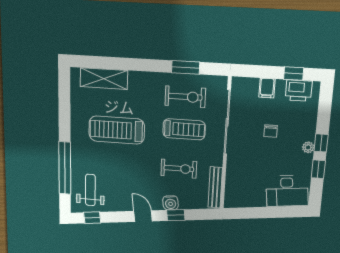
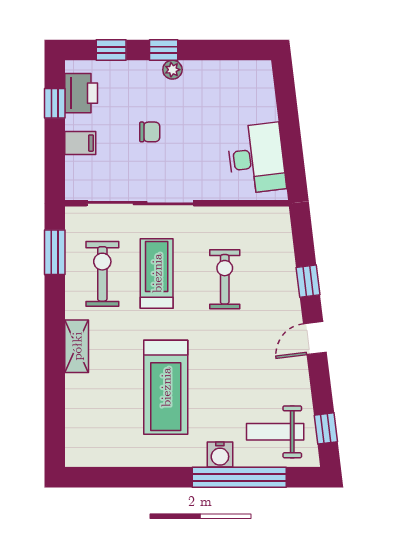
window: (186, 67) -> (55, 252), moved
shelving: (104, 79) -> (77, 346), moved, width x0.67, depth x0.75
window: (318, 169) -> (111, 50), moved
bench: (215, 187) -> (253, 216), removed
desk: (287, 191) -> (256, 158), moved
water cooler: (170, 203) -> (220, 455), moved, turned 97

